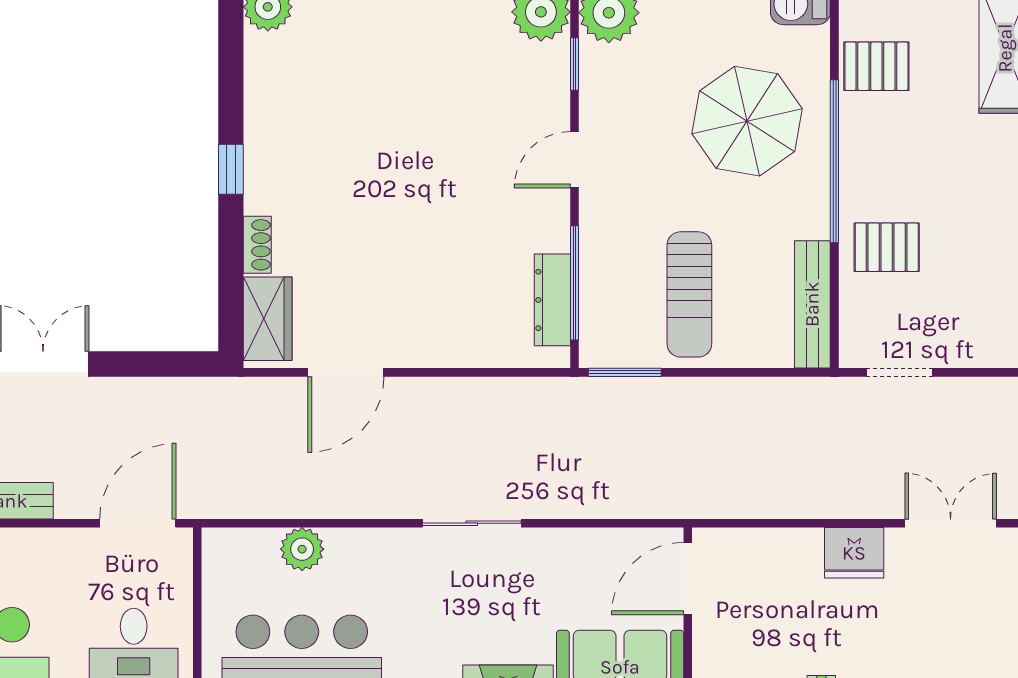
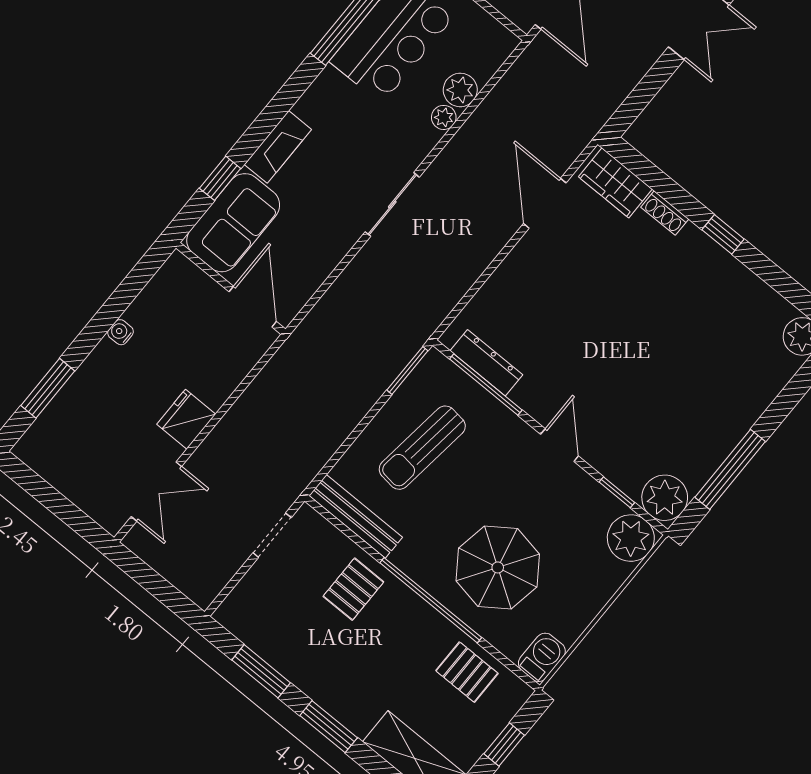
pallet: (876, 66) -> (467, 672), turned 90
sun lounger: (689, 294) -> (422, 448), turned -83
plant: (343, 543) -> (444, 117), added

